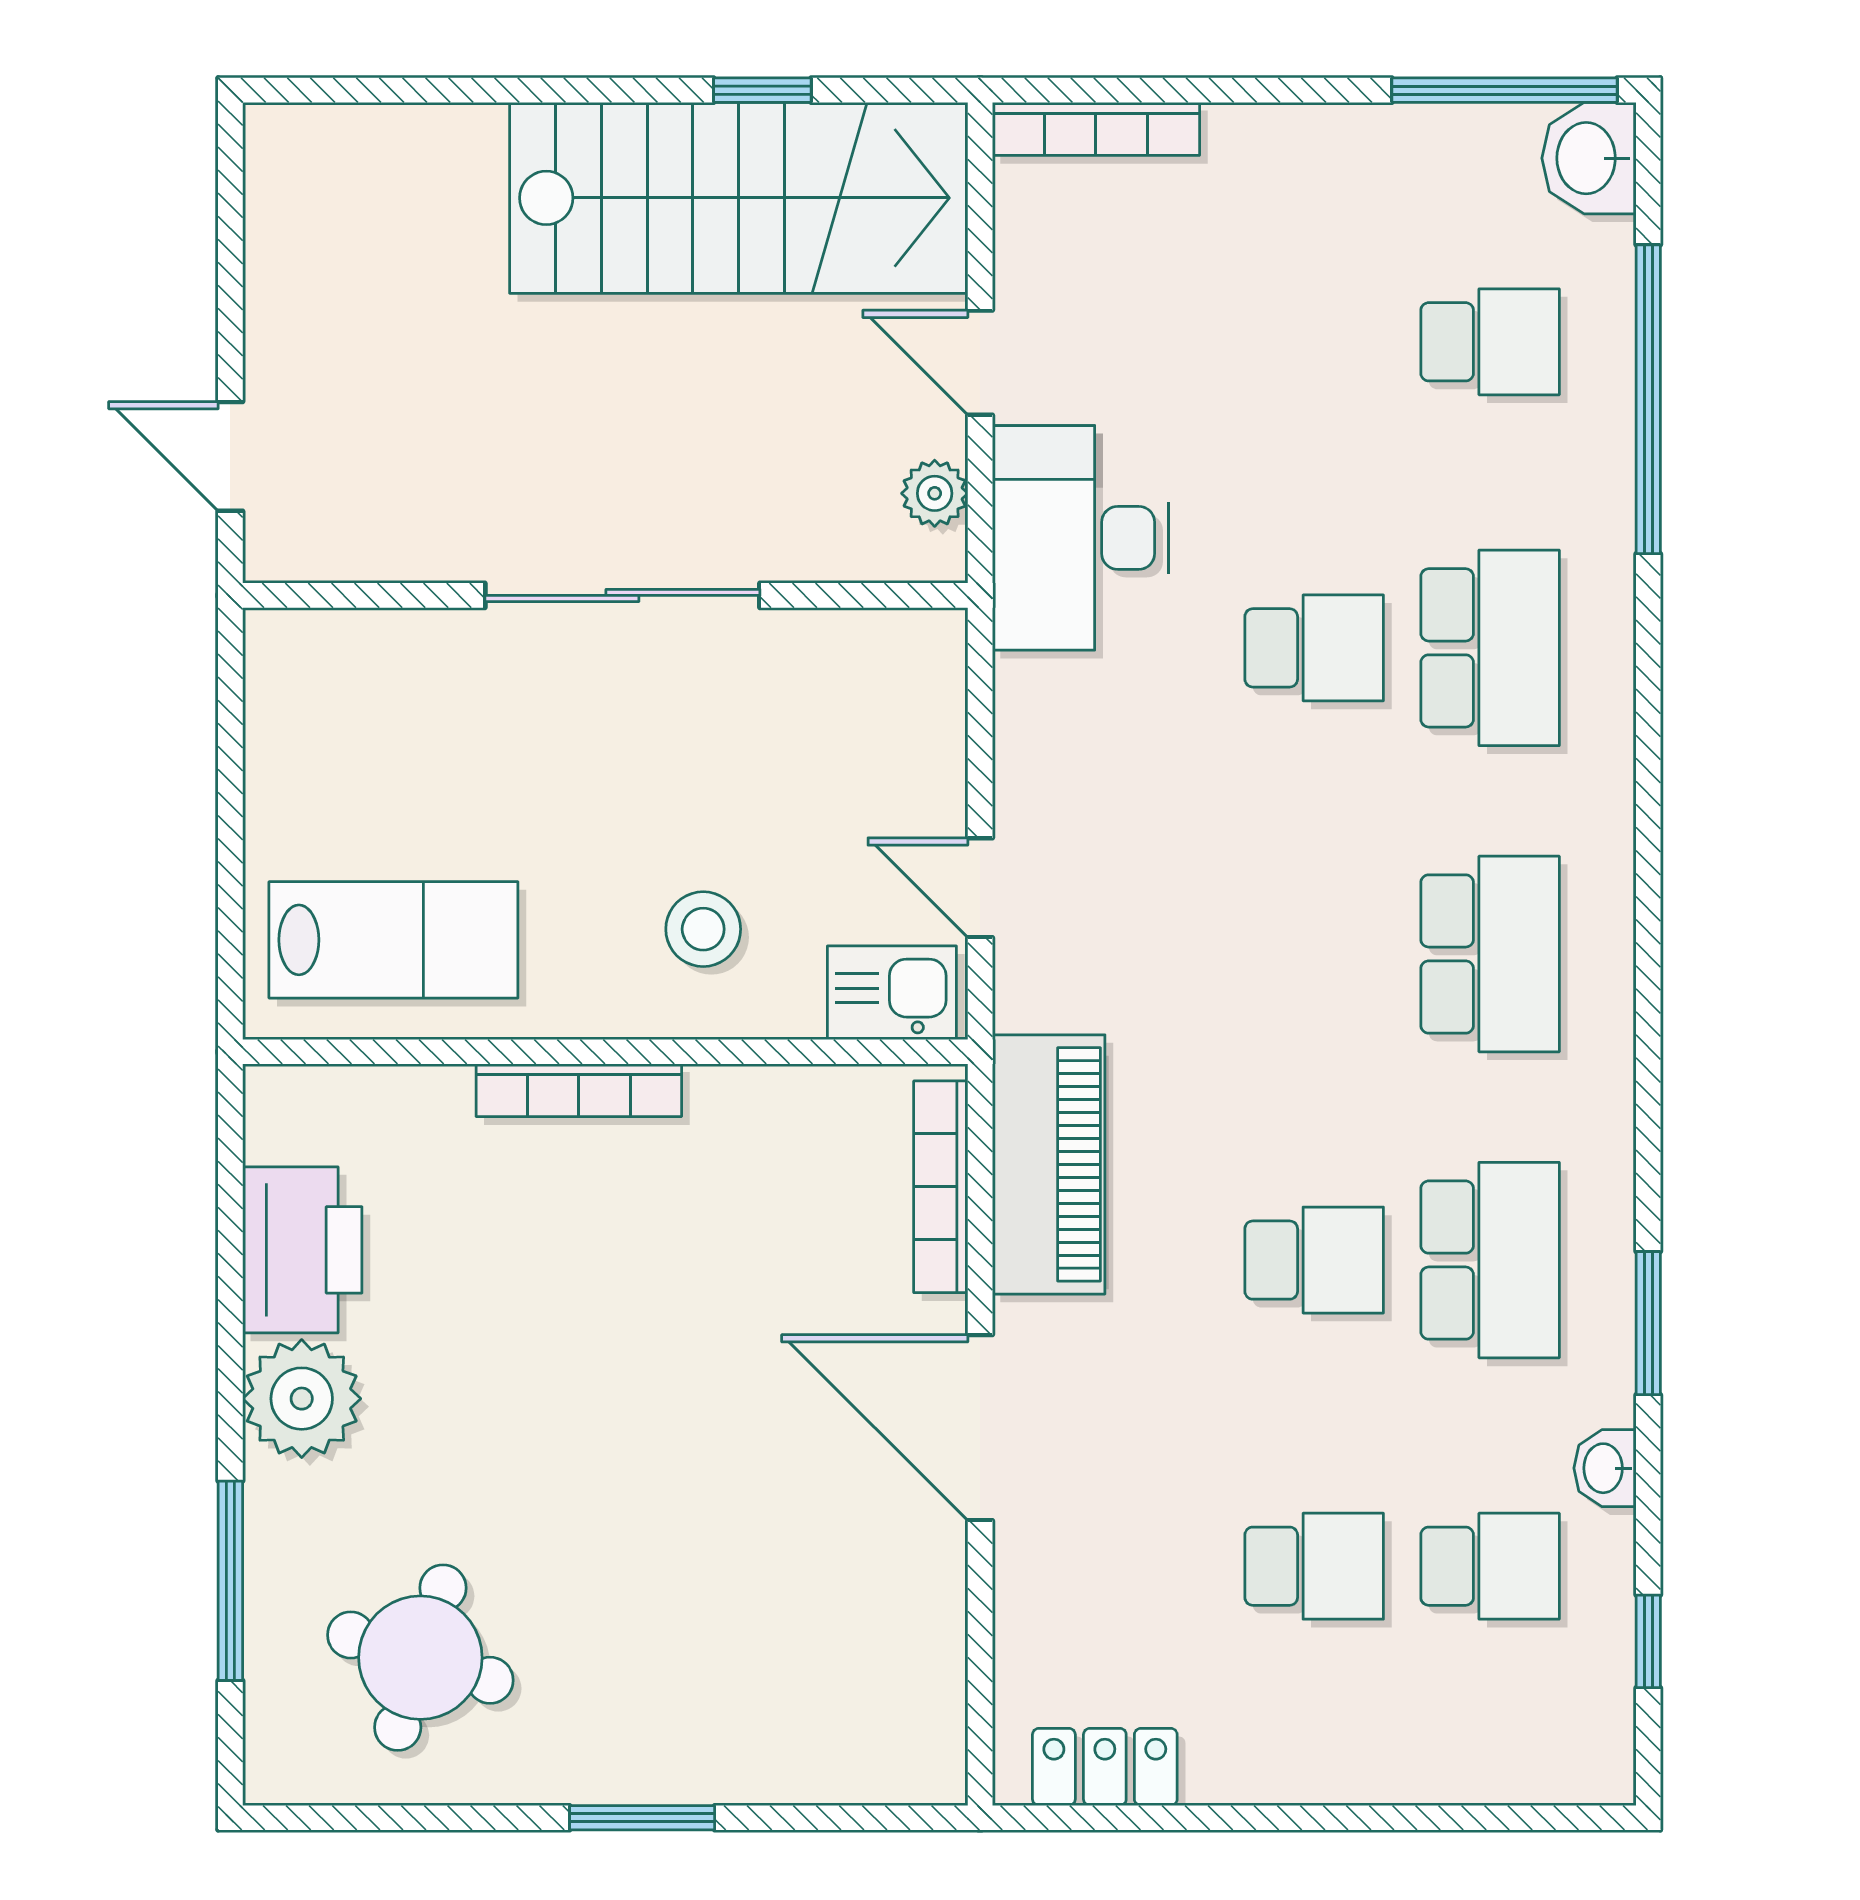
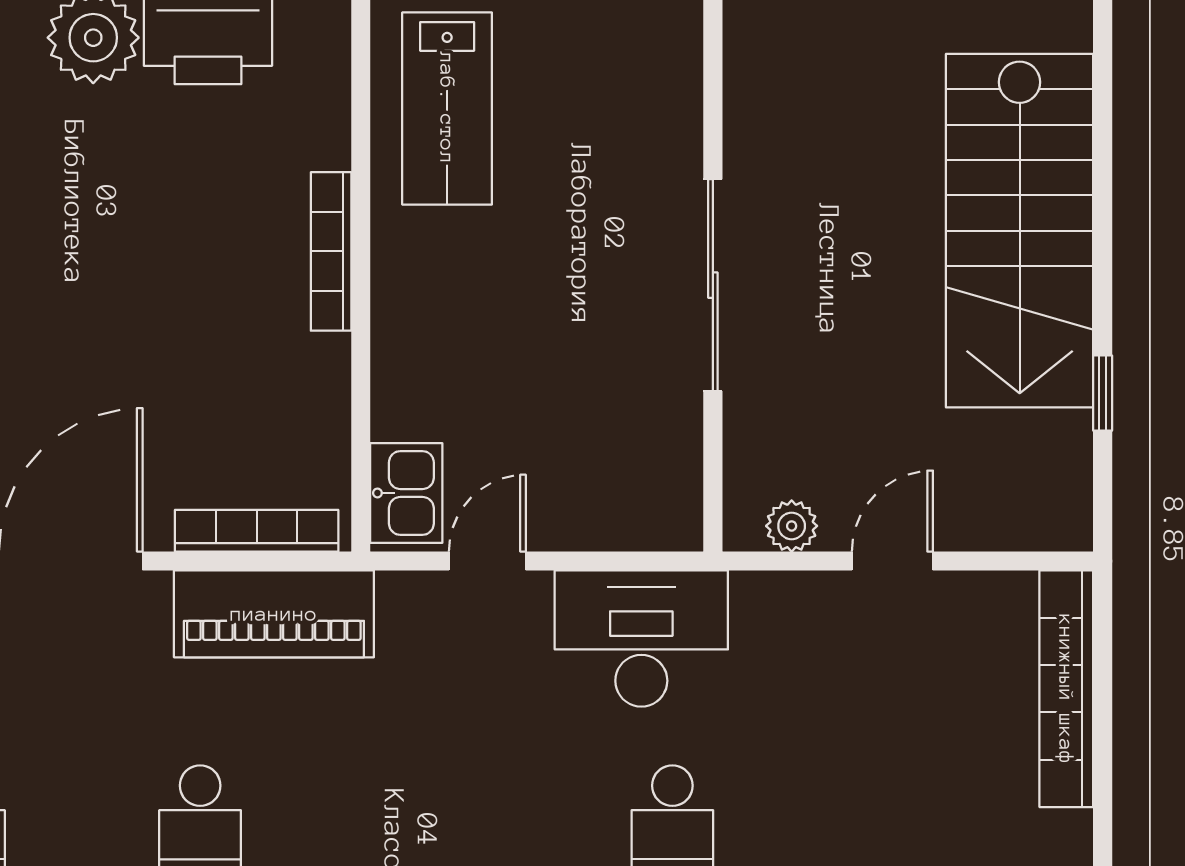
bookcase: (1096, 129) -> (1066, 689), width x1.48, depth x1.31
stairs: (739, 198) -> (1020, 231), moved
desk: (1081, 538) -> (641, 639), moved
stool: (703, 929) -> (455, 347), removed

